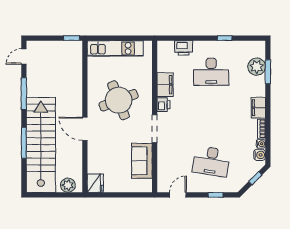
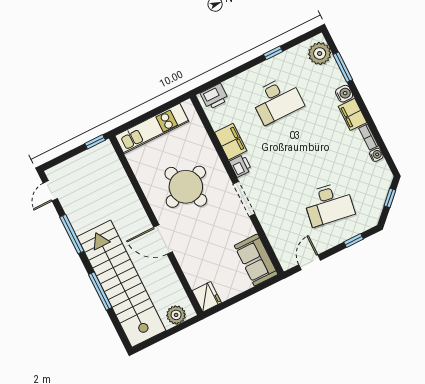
printer: (184, 48) -> (214, 96), moved
plant: (257, 67) -> (320, 53), moved
water cooler: (260, 155) -> (344, 94), moved
sofa: (142, 161) -> (256, 260), moved

